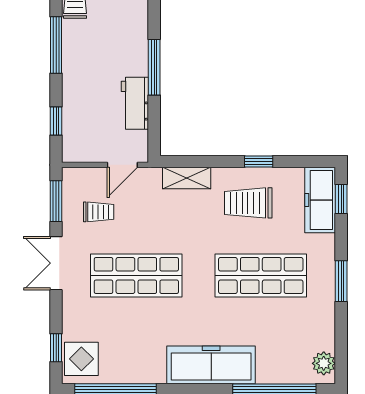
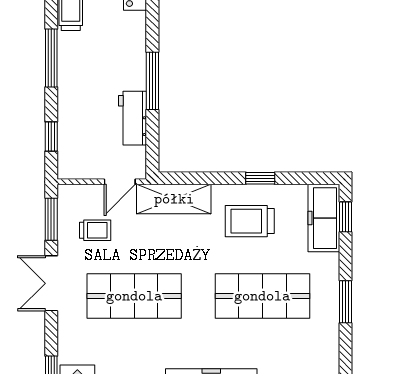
shelving: (187, 178) -> (174, 199), width x1.50, depth x1.33

